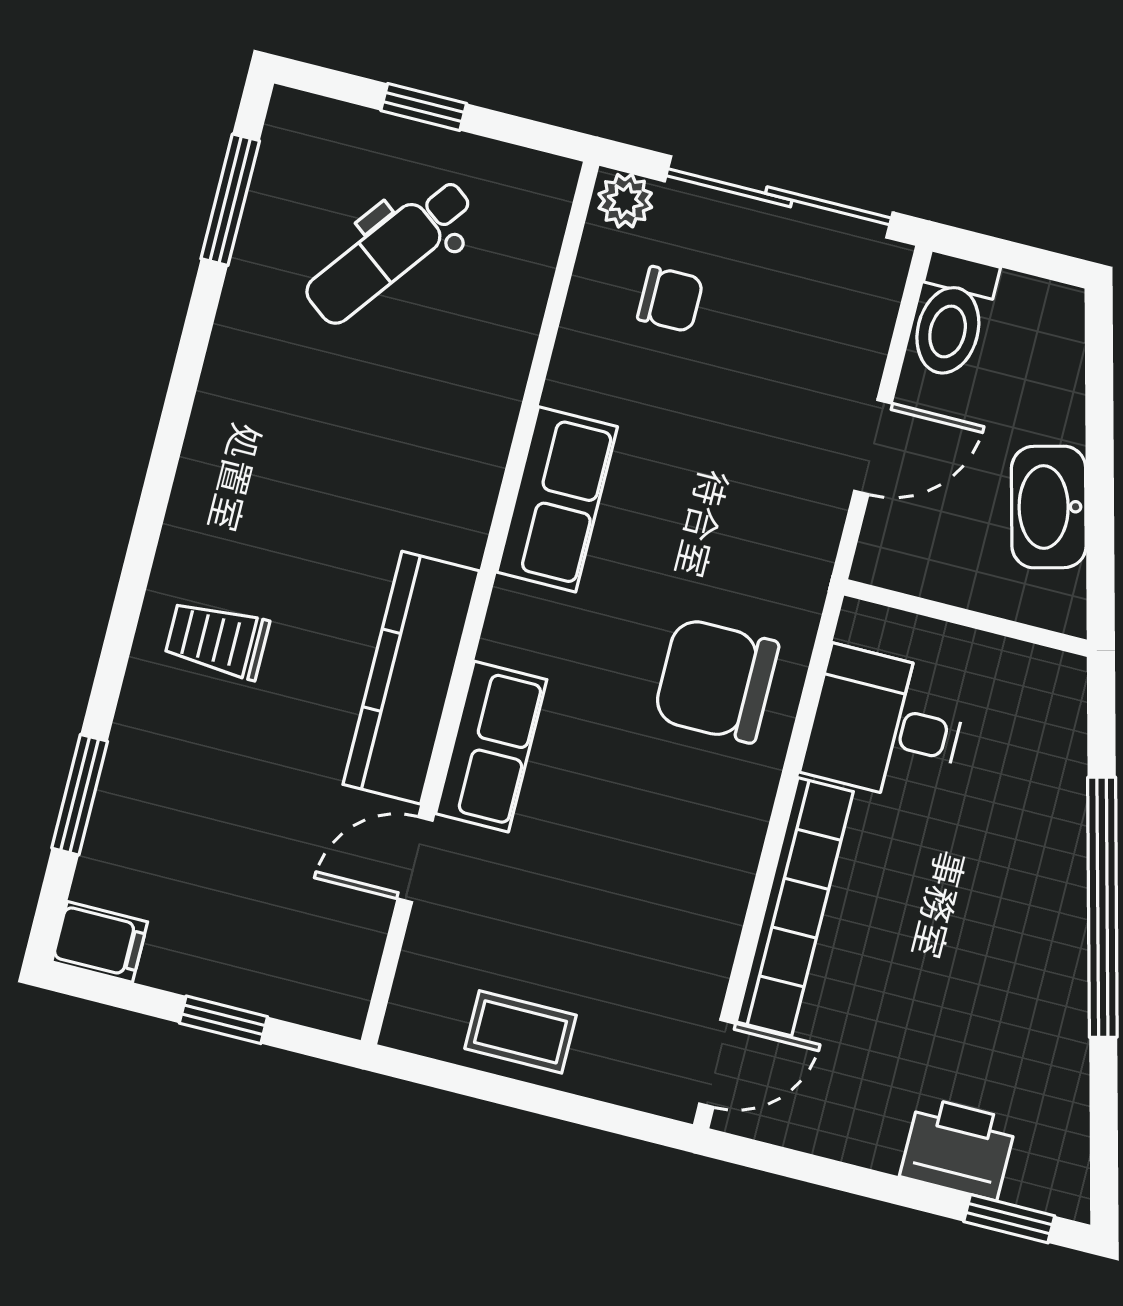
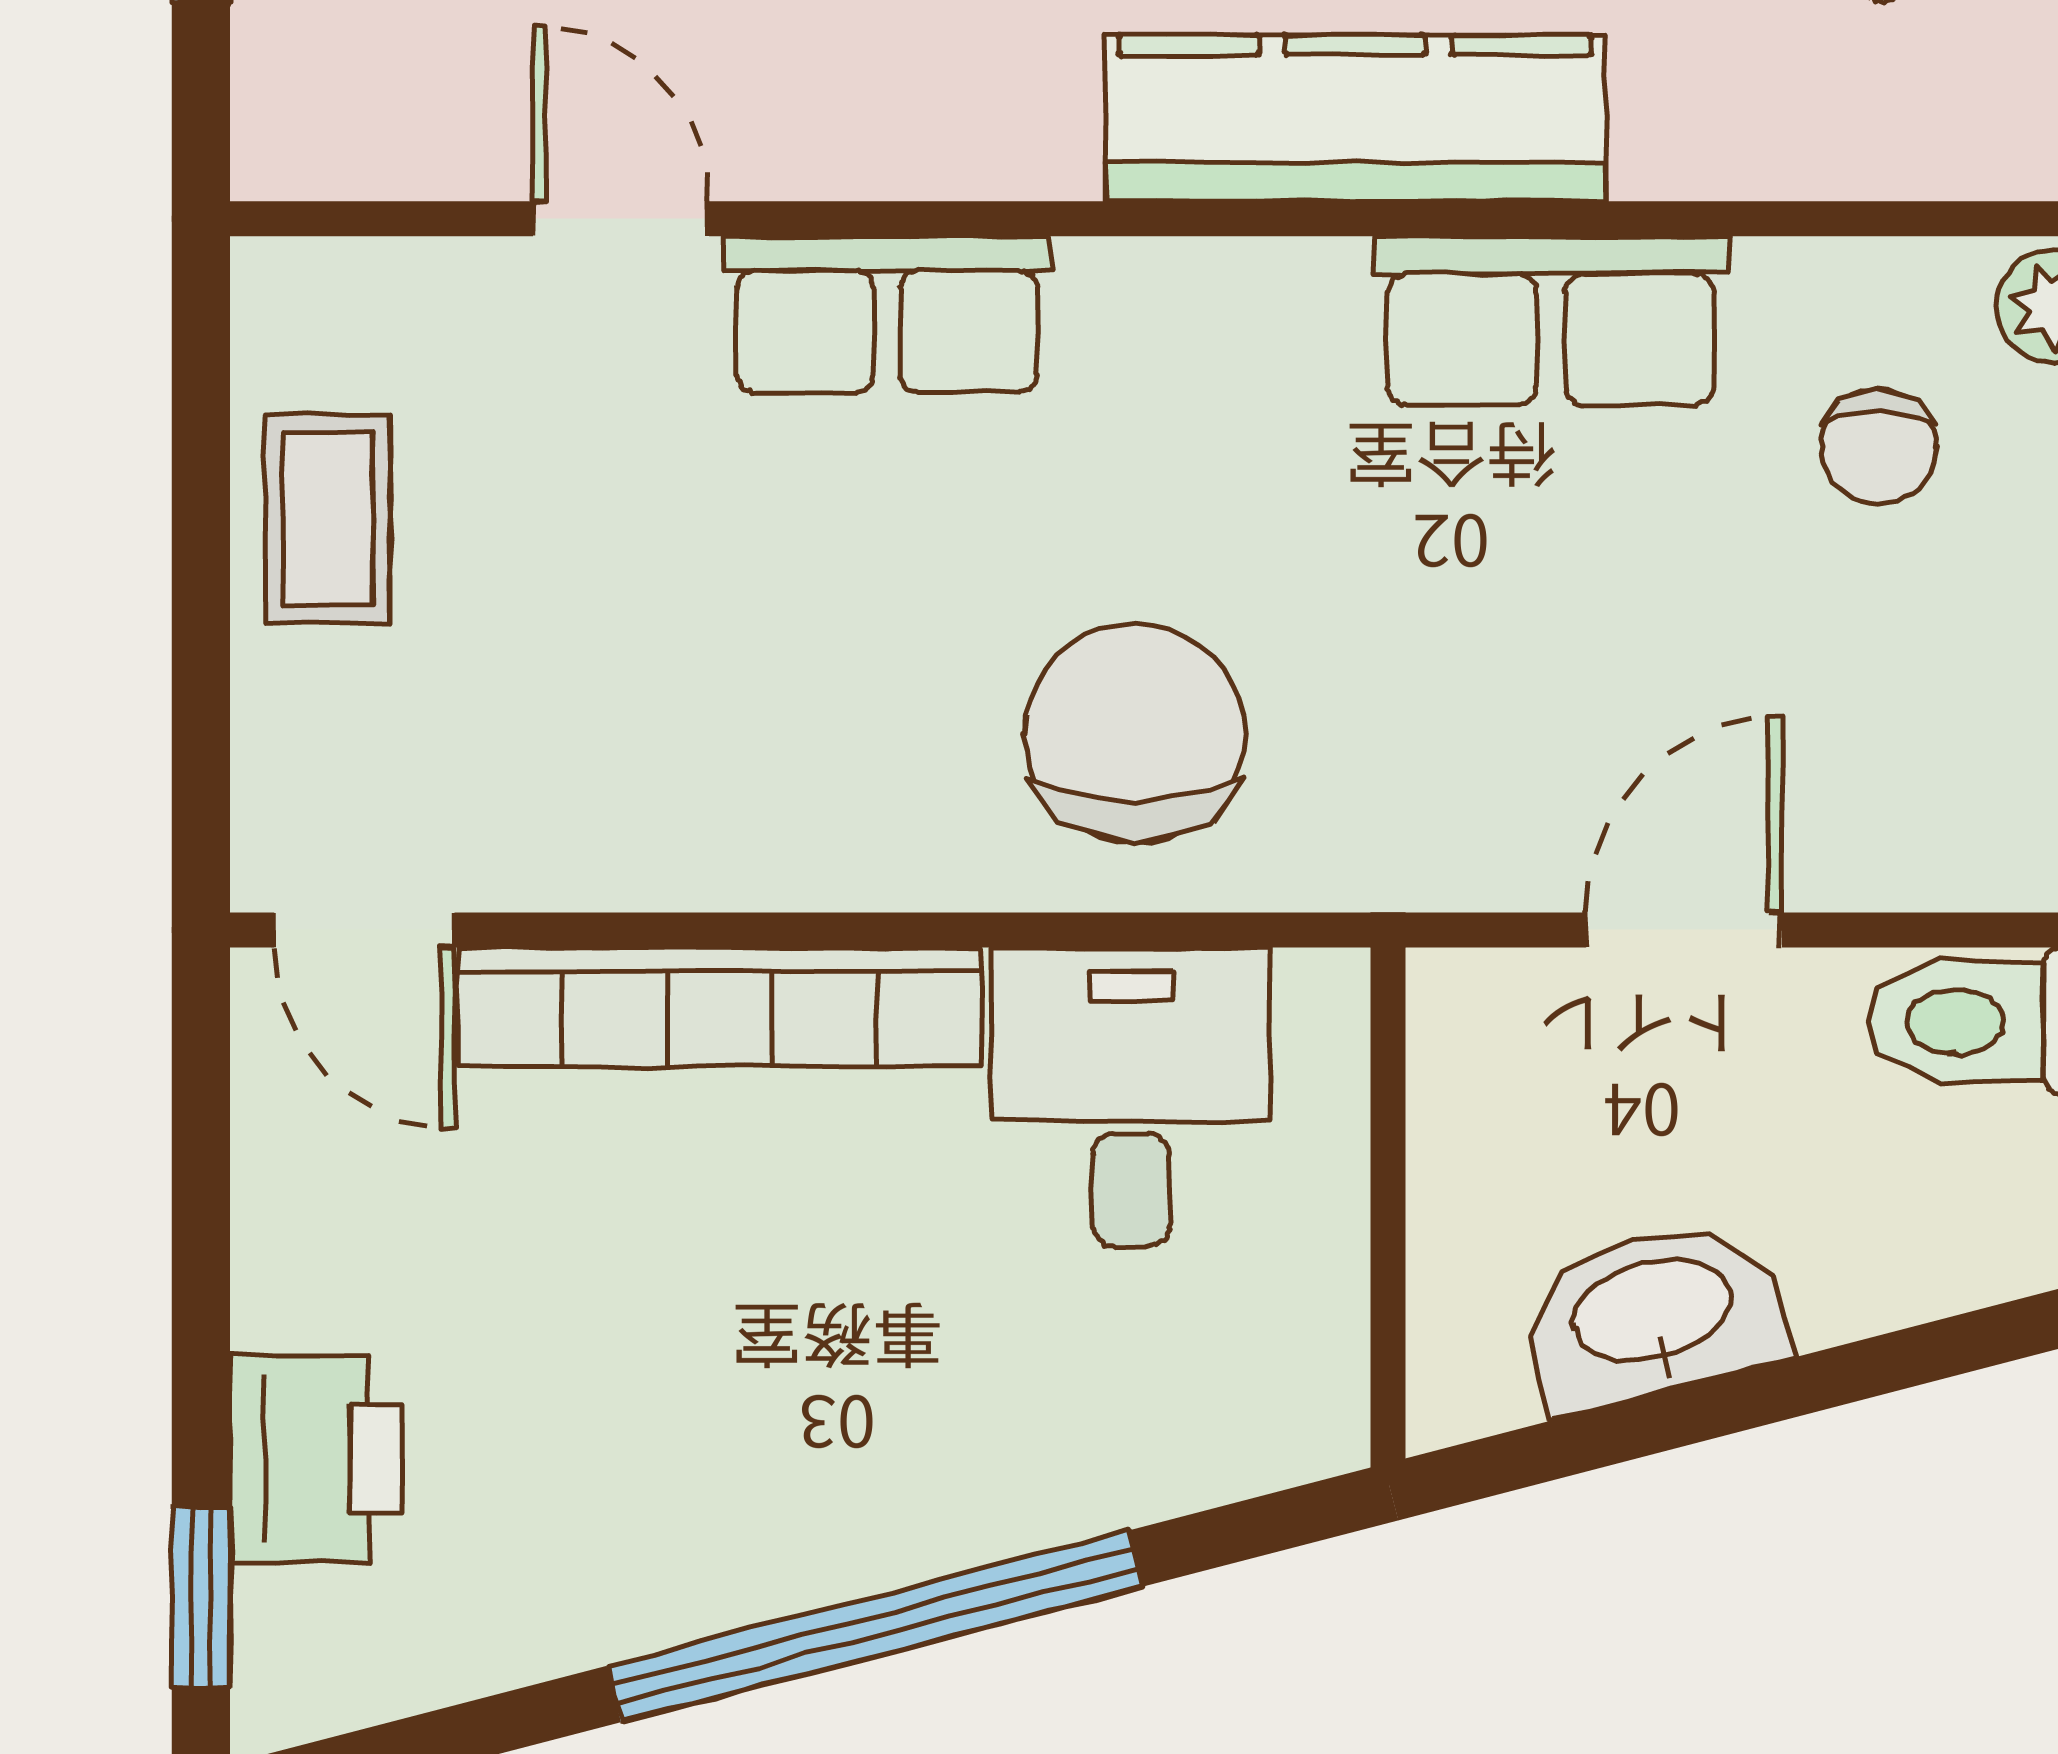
door: (873, 447) -> (1684, 930), swing flipped
row of seats: (557, 499) -> (1551, 321), moved
kitchen counter: (411, 678) -> (1355, 118), moved

